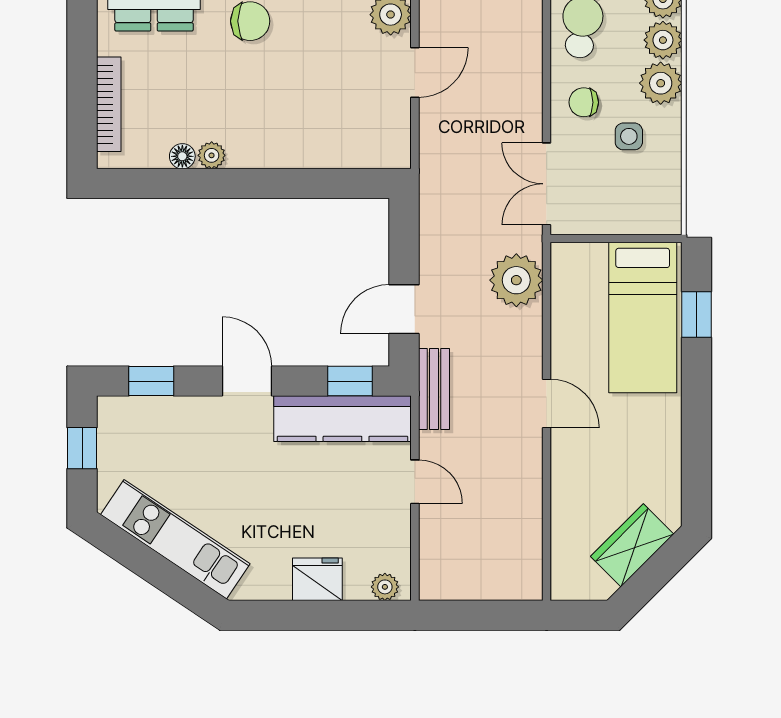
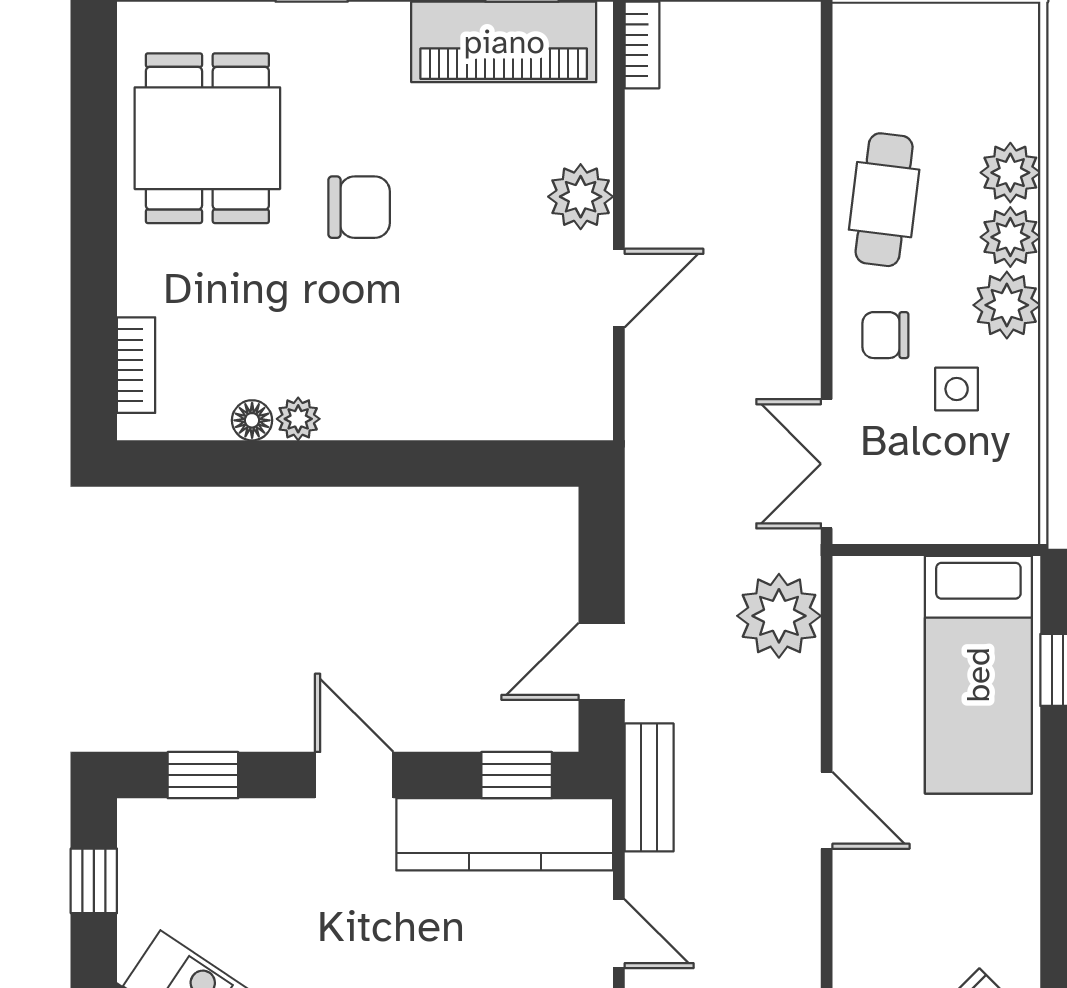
bookcase: (109, 104) -> (136, 365), width x0.64

